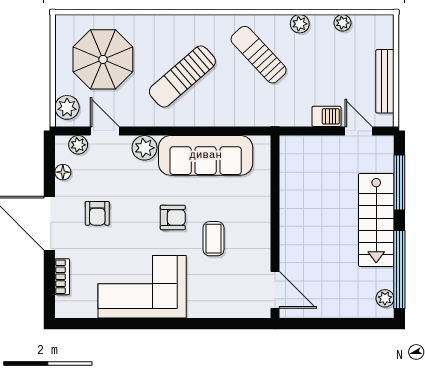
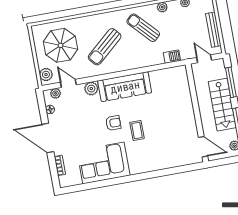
barbecue: (326, 116) -> (172, 57), moved
armchair: (97, 213) -> (72, 128), removed
wall: (275, 227) -> (197, 113), moved
door: (275, 290) -> (203, 147), moved

